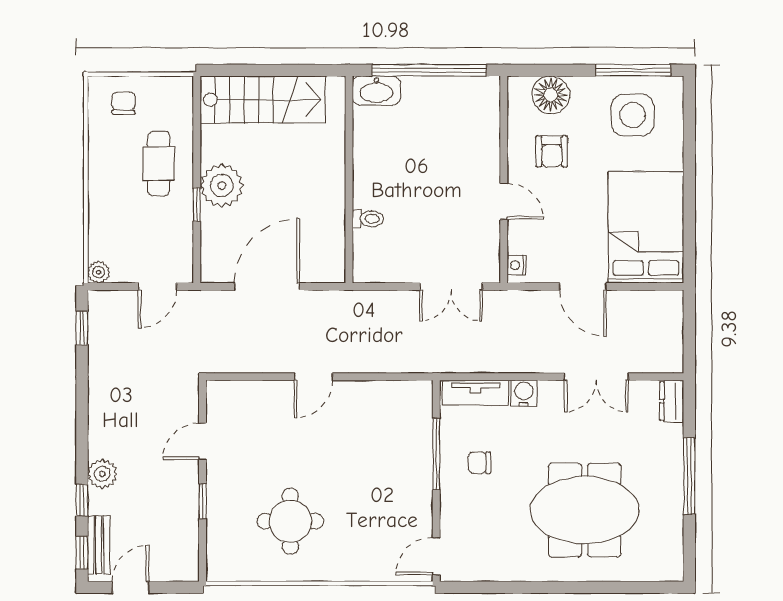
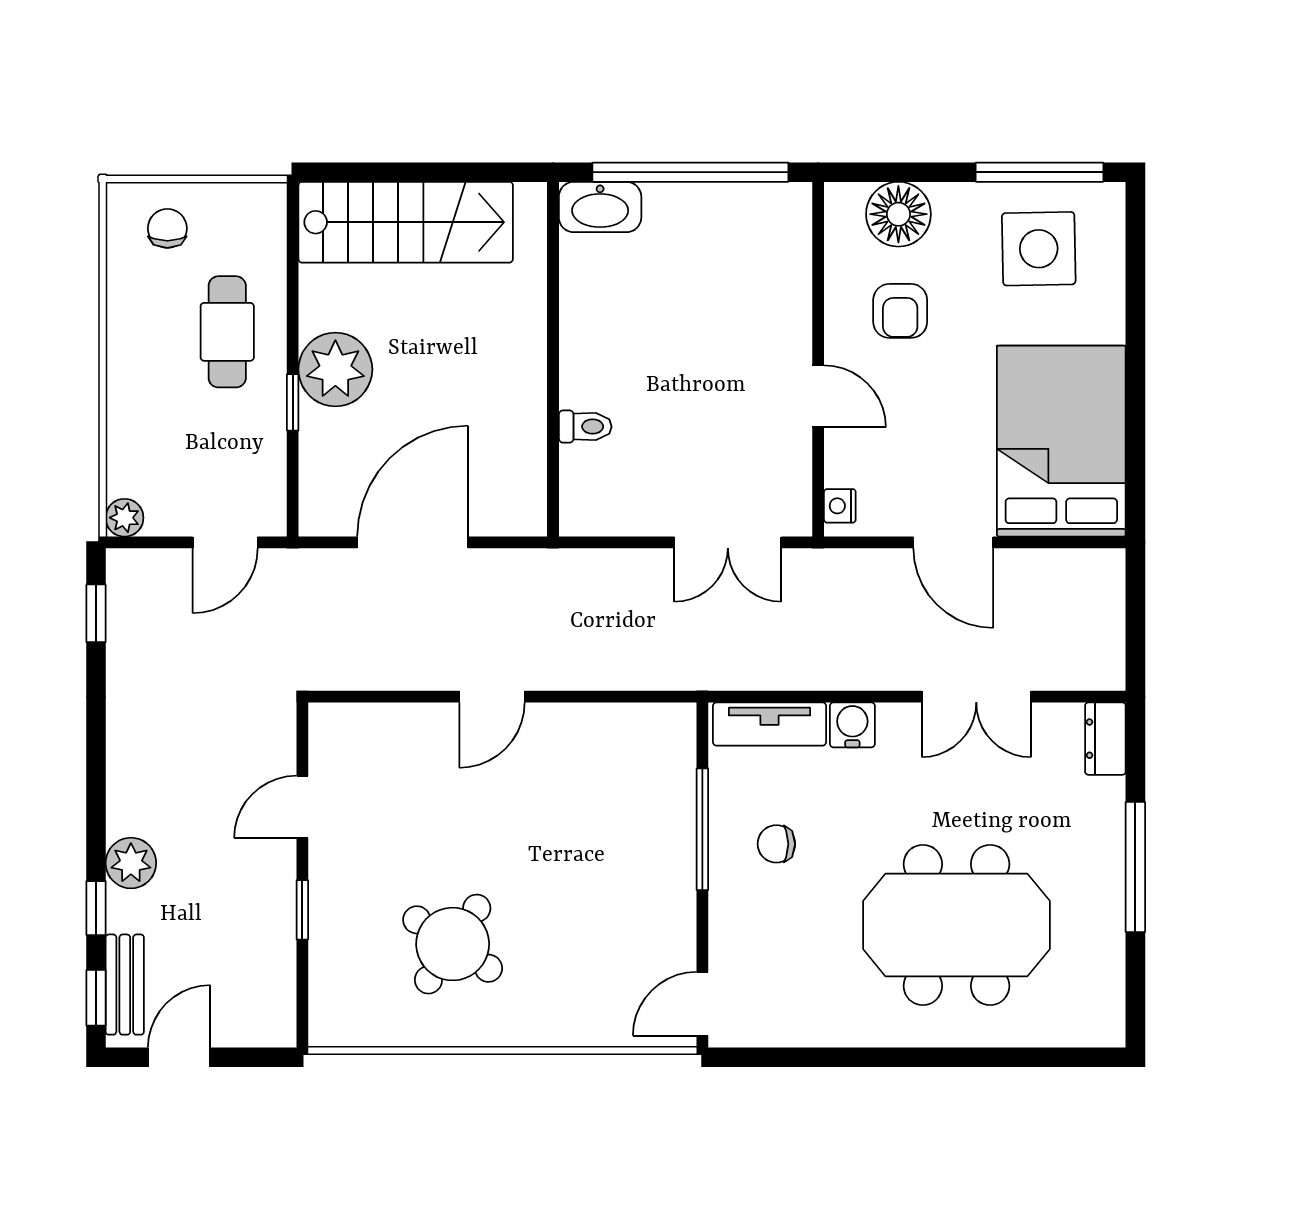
round table: (290, 521) -> (453, 944), turned 34

